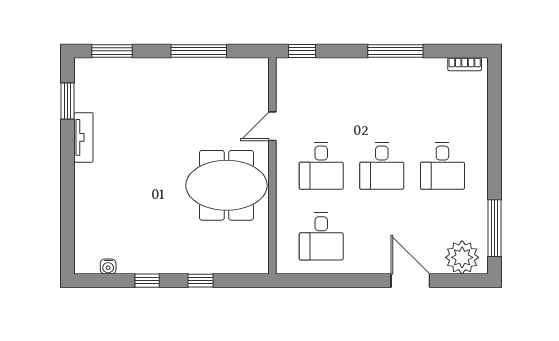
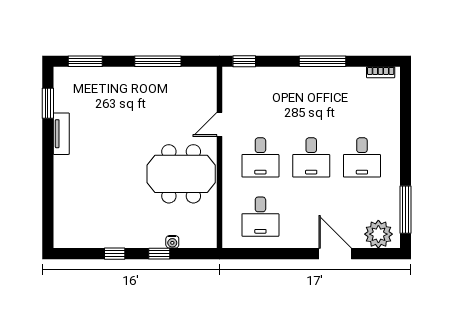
water cooler: (108, 266) -> (172, 242), moved

